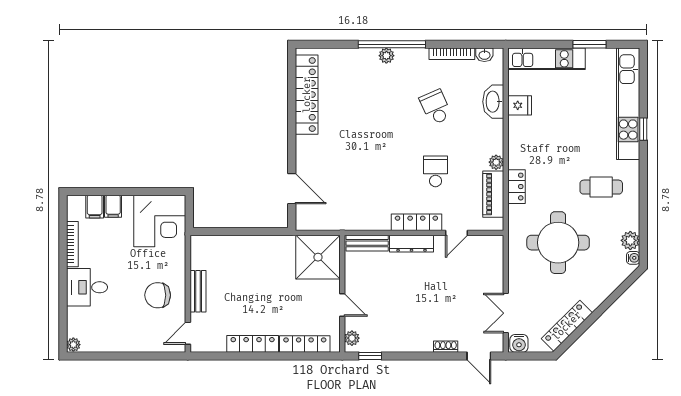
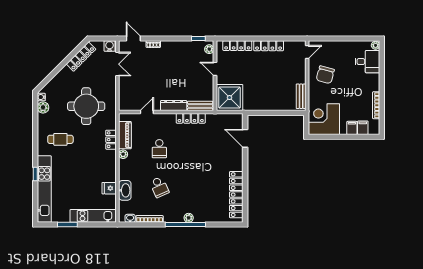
locker: (416, 222) -> (191, 118), moved
desk: (87, 287) -> (367, 62), moved
bench: (198, 291) -> (301, 96), moved
chair: (158, 295) -> (325, 75), turned 105

